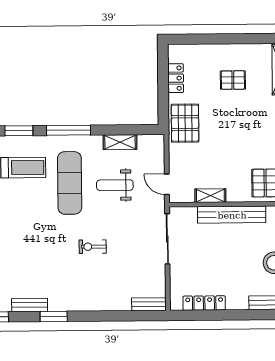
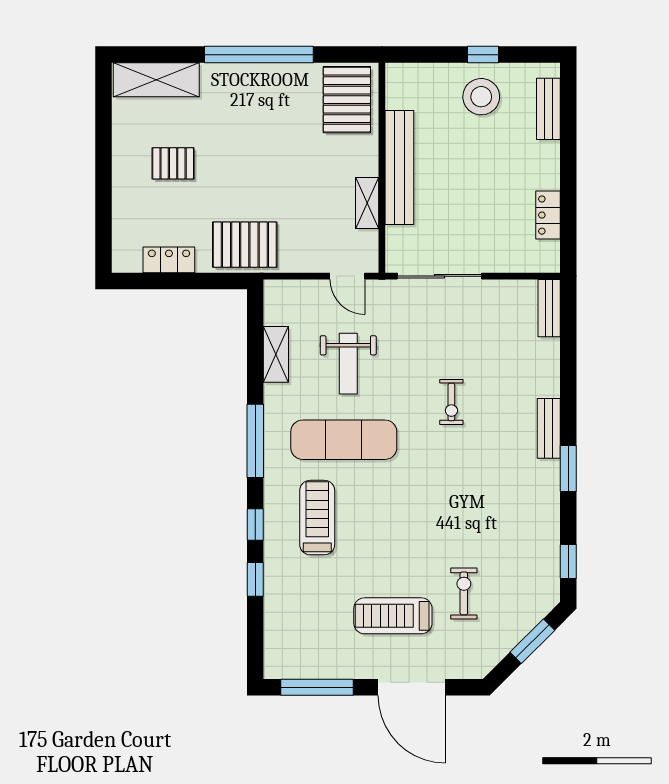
pallet: (233, 80) -> (173, 163), turned 90
window: (19, 131) -> (255, 524), width x0.67
door: (167, 184) -> (347, 276), hinge flipped
locker: (204, 303) -> (548, 215), width x0.66
bench: (30, 305) -> (549, 428), moved

